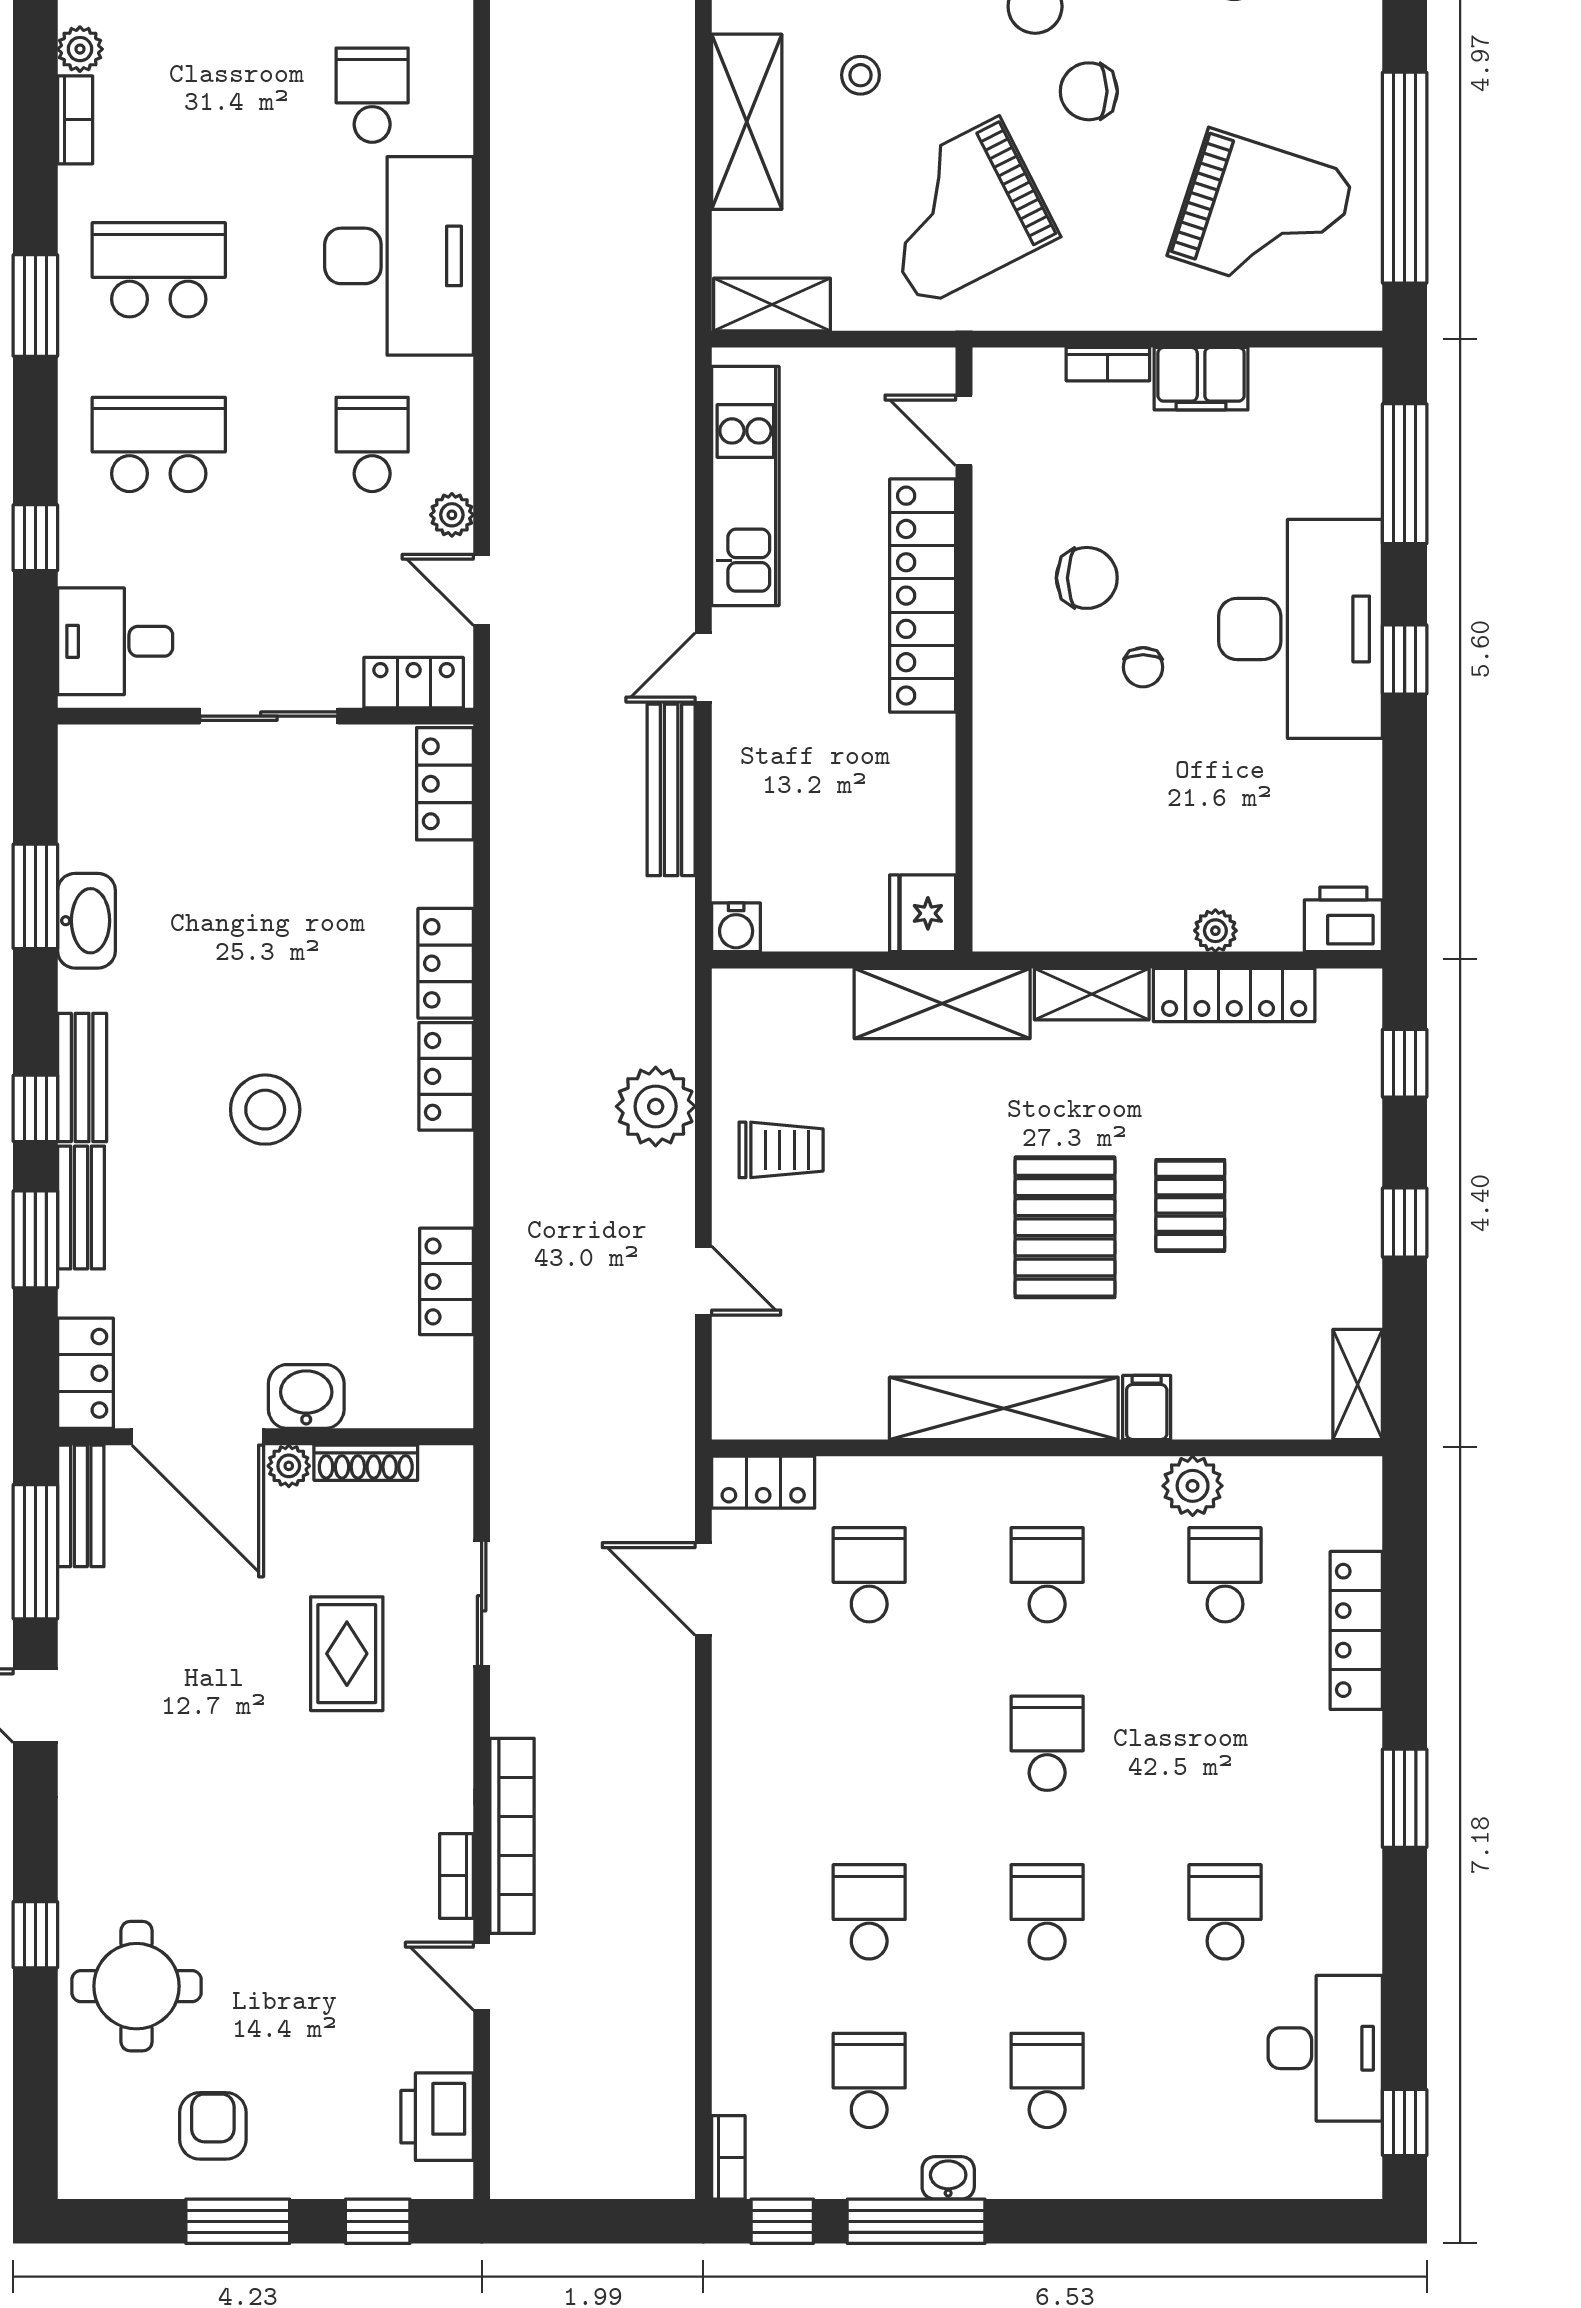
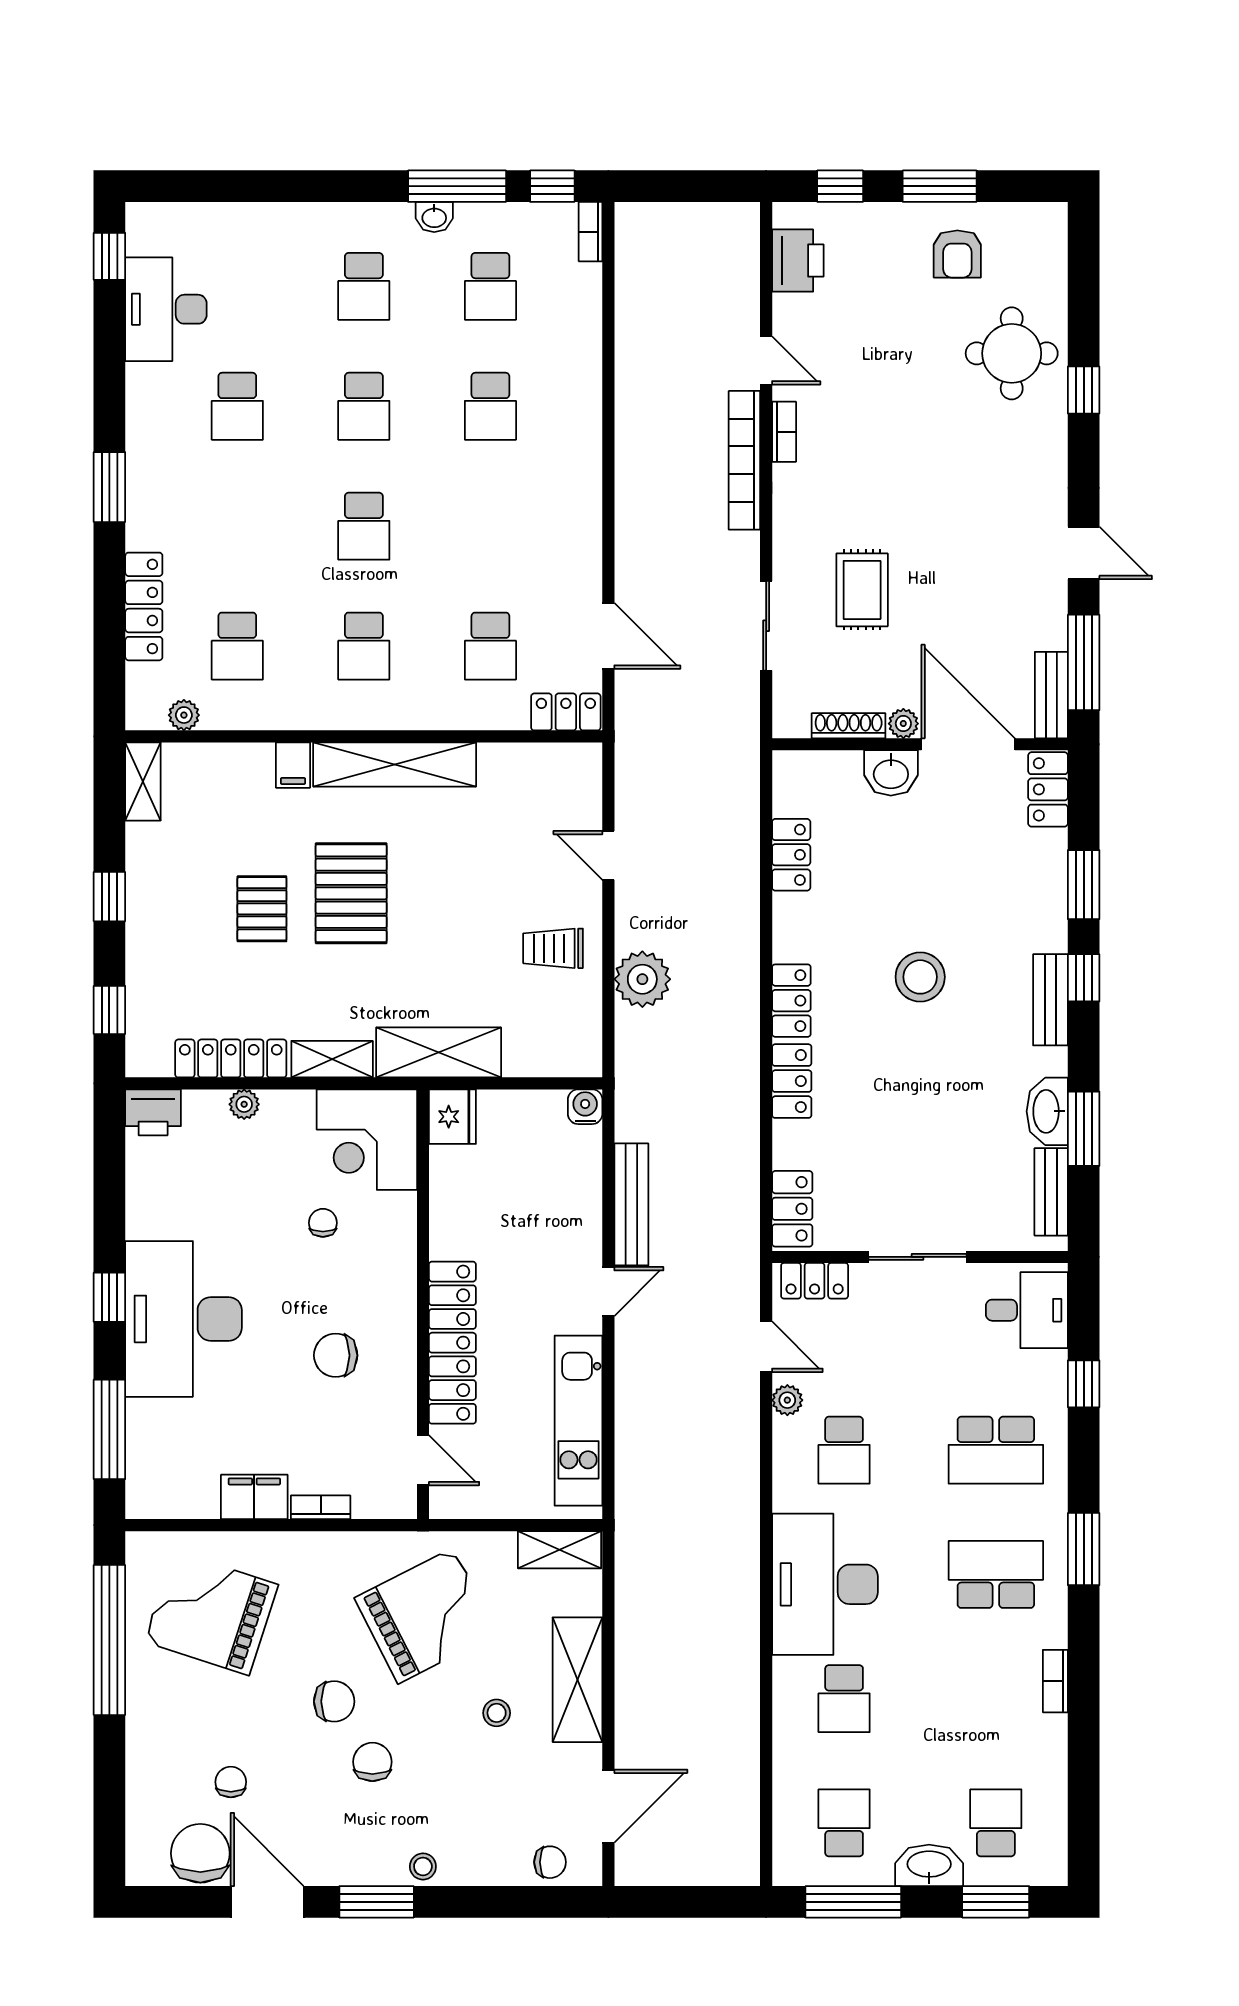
plant: (80, 49) -> (1052, 1731), removed
school desk: (159, 270) -> (996, 1574), turned 180
chair: (1143, 667) -> (323, 1223), moved
corner desk: (1043, 881) -> (367, 1140), added
bench: (81, 1208) -> (1051, 1192), moved
plant: (1193, 1486) -> (184, 715), moved, width x0.73, depth x0.73

